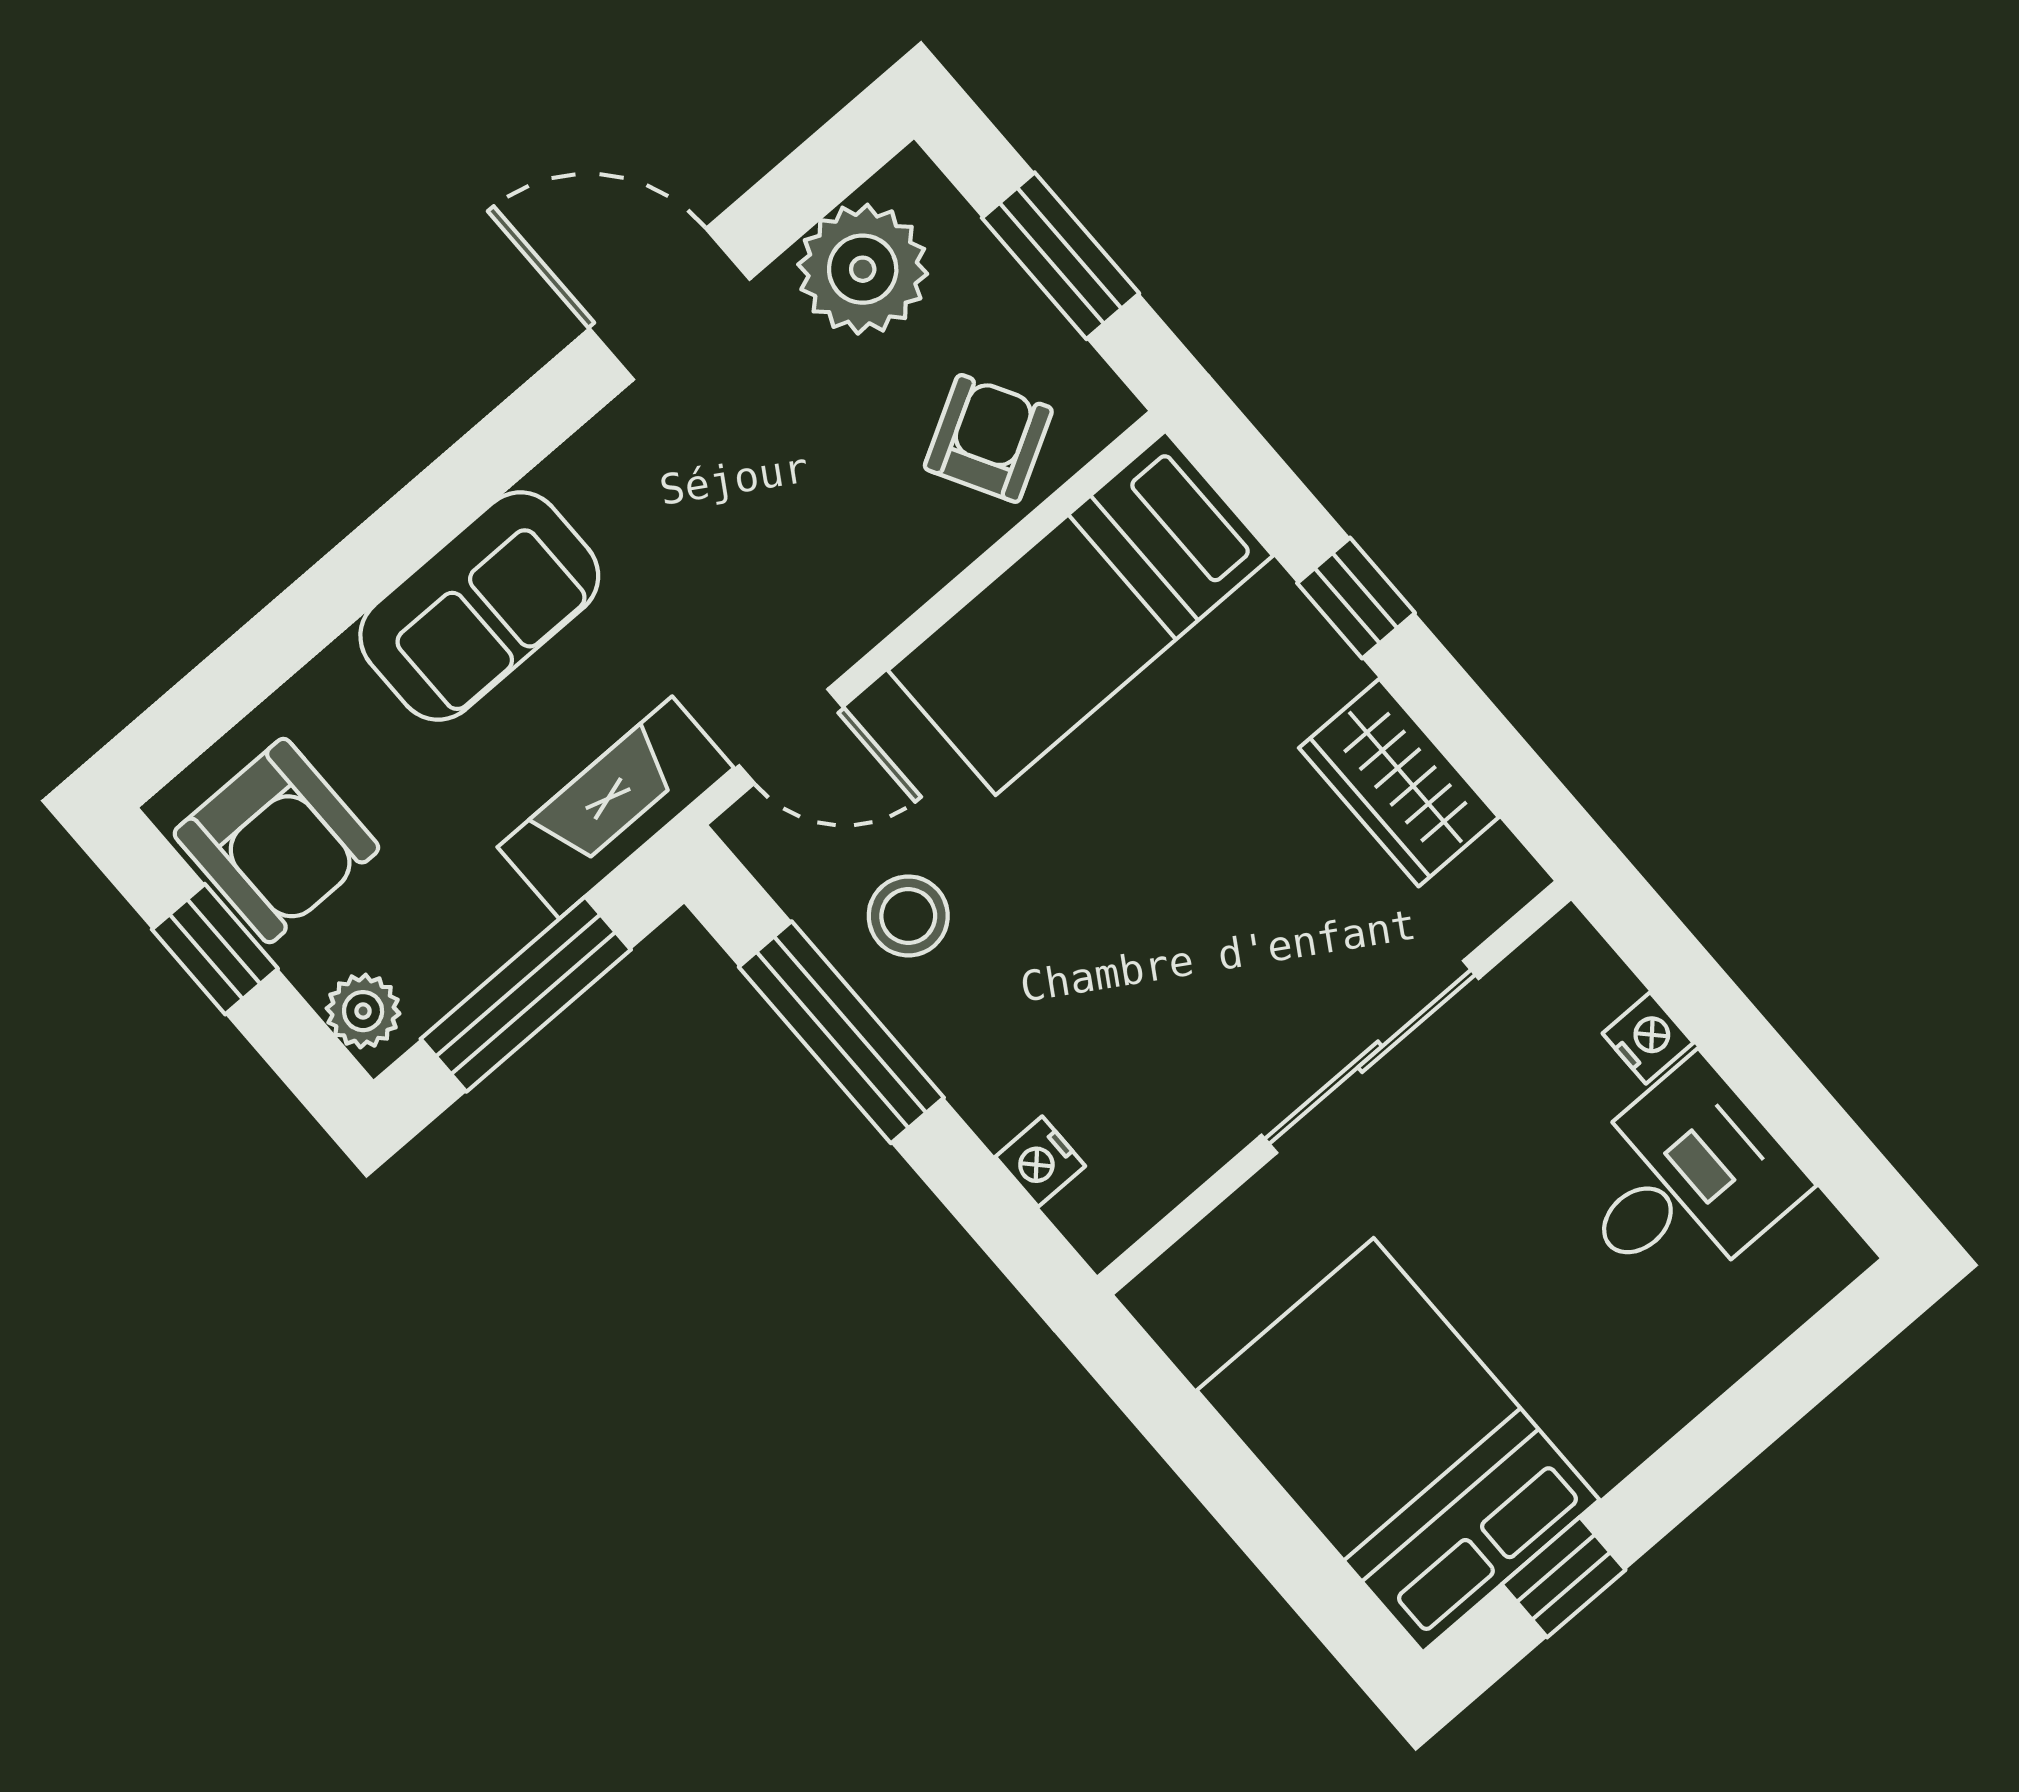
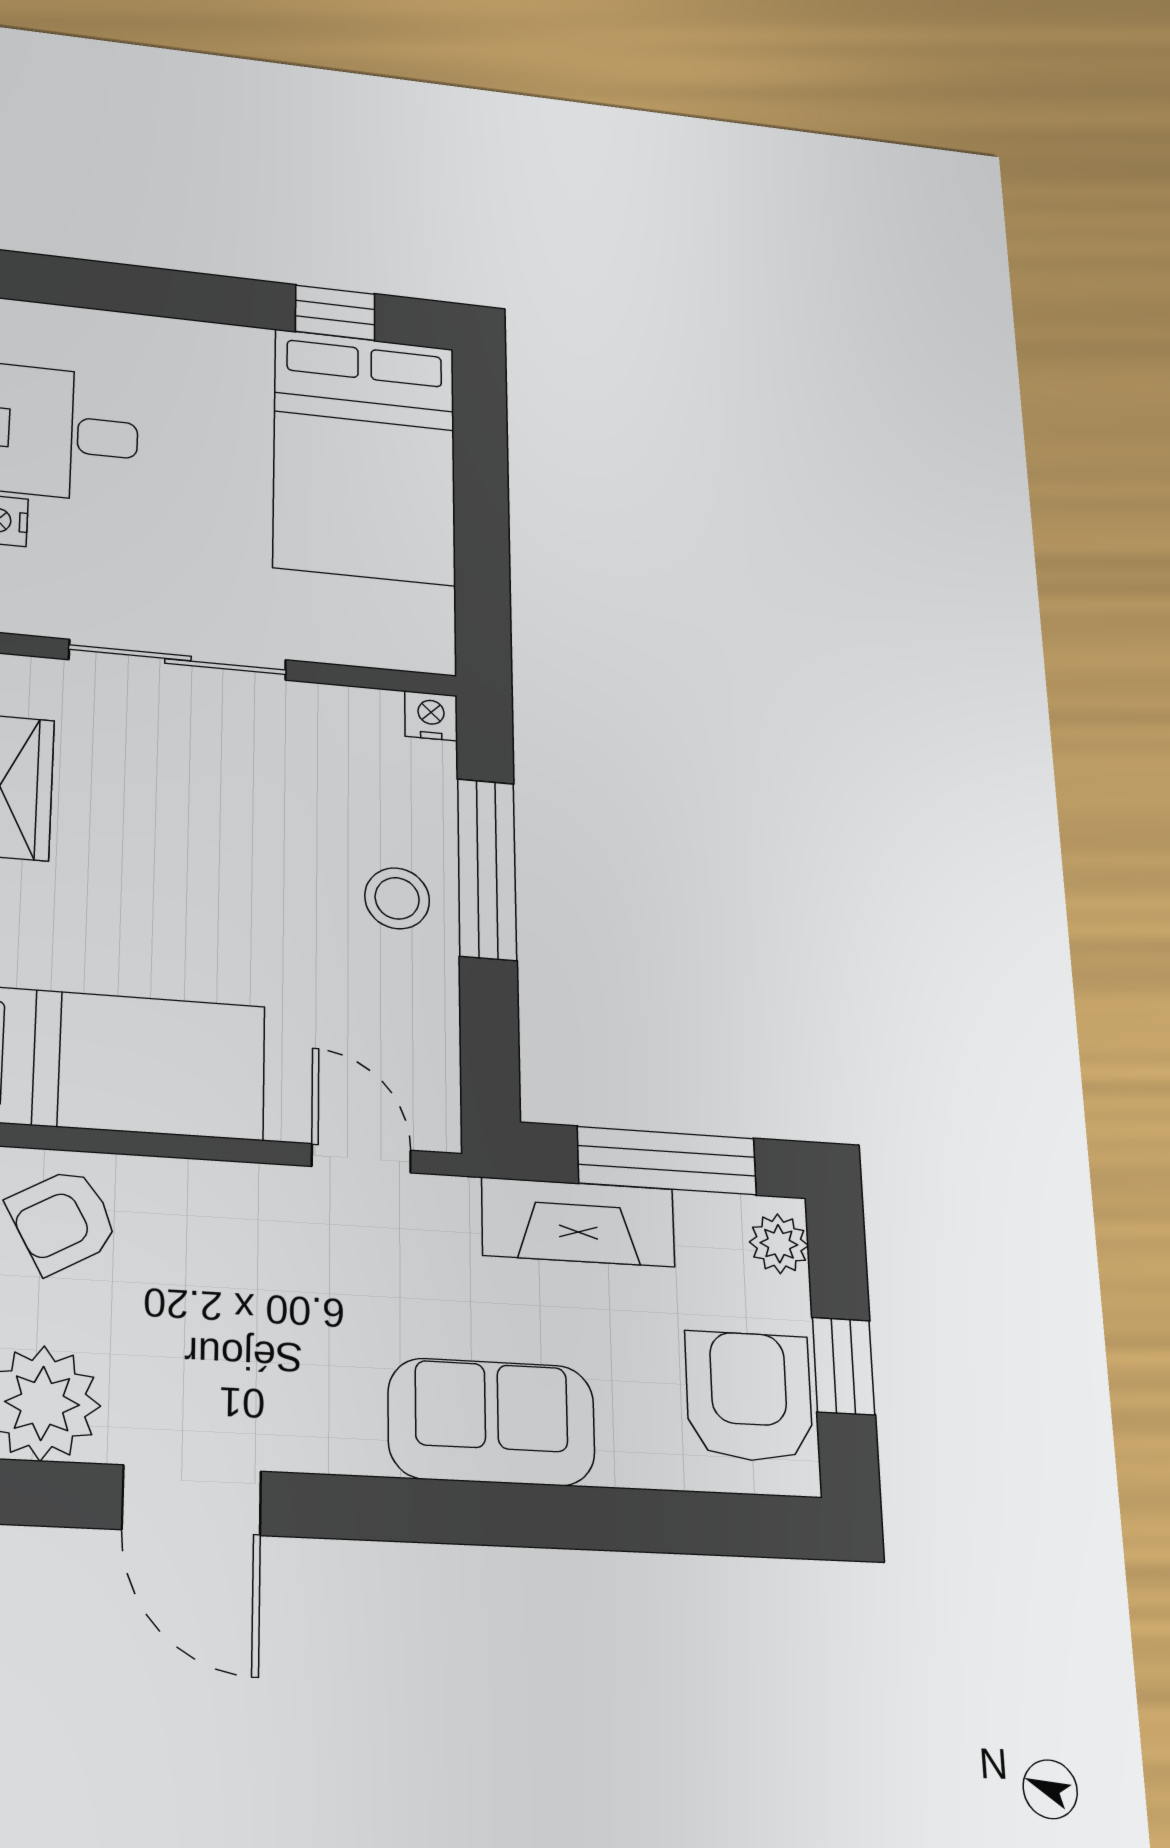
fireplace: (616, 808) -> (578, 1222), moved
stool: (908, 916) -> (397, 898), moved
window: (841, 1032) -> (487, 869), moved
nightstand: (1040, 1161) -> (431, 716), moved, turned -90

